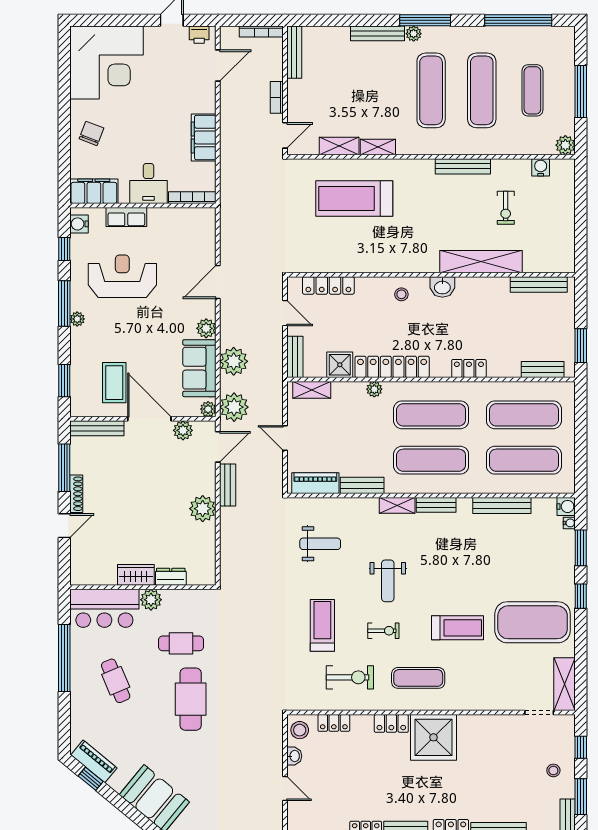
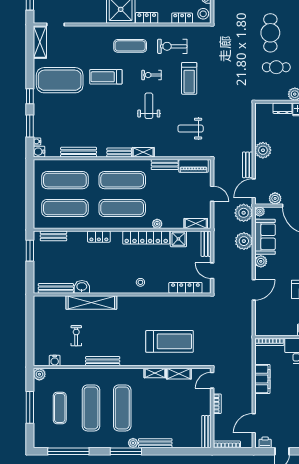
washbasin: (442, 287) -> (82, 287), moved

